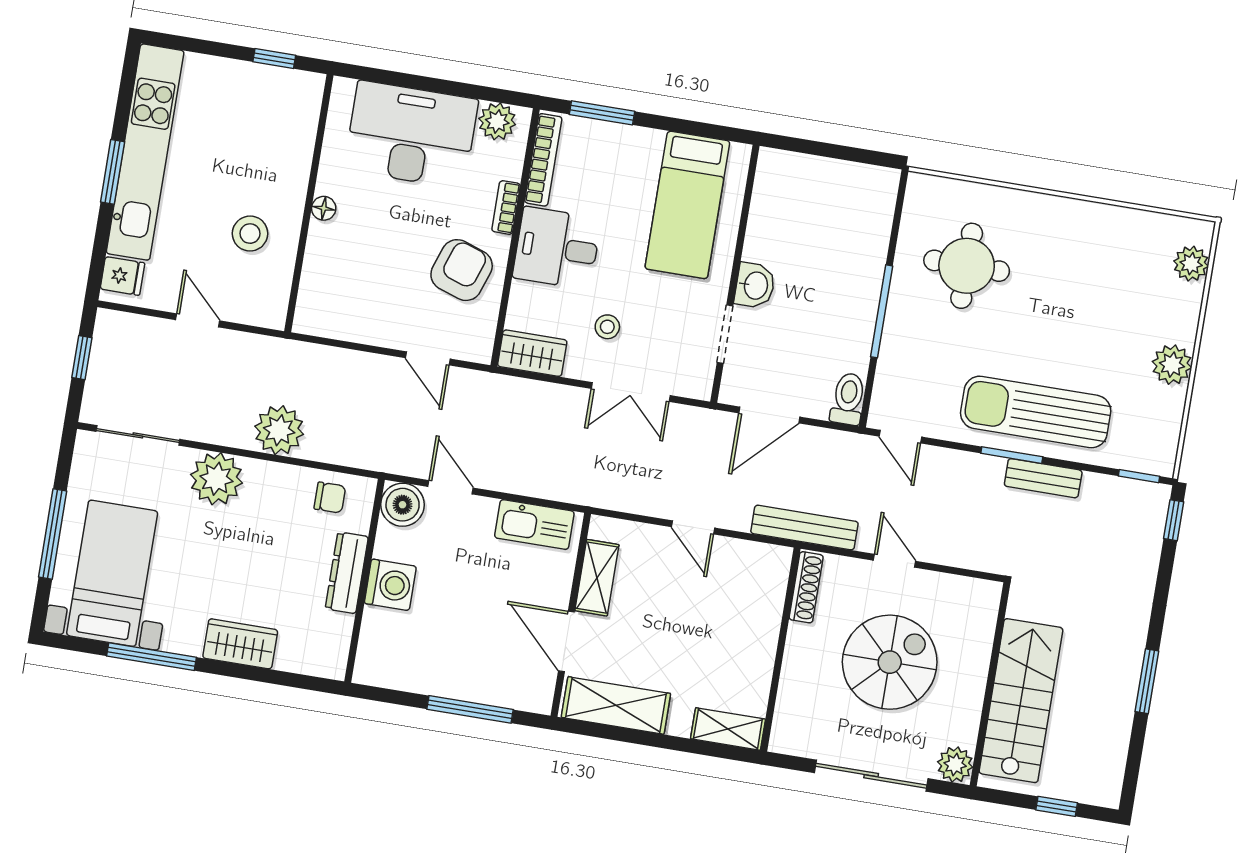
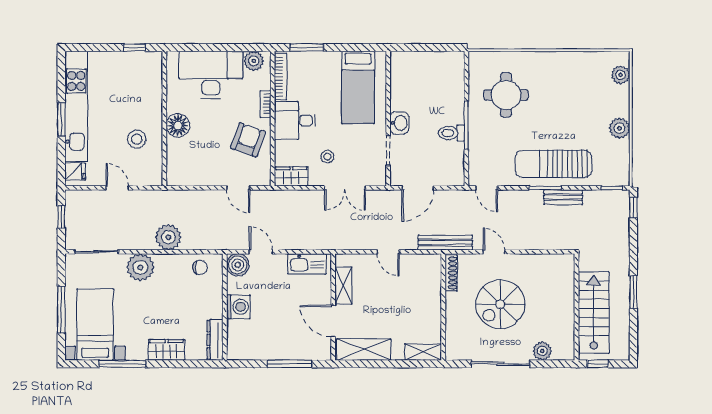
floor lamp: (324, 208) -> (178, 125), width x1.89, depth x1.89
toilet: (848, 399) -> (451, 133), moved, turned -90
dresser: (347, 573) -> (215, 340), moved
spiral stairs: (890, 662) -> (500, 304), turned 180
wall: (990, 684) -> (576, 307), moved
stairs: (1021, 701) -> (594, 313), moved

